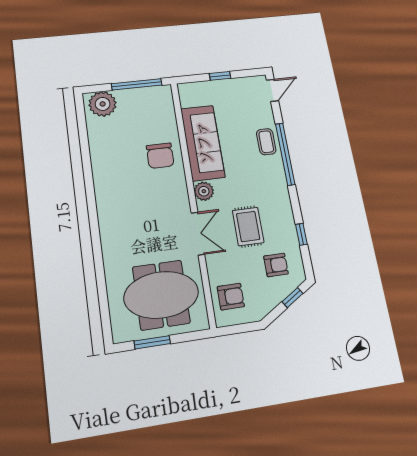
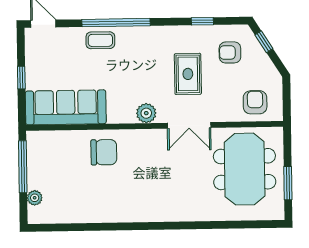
plant: (103, 104) -> (35, 198), width x0.53, depth x0.53
sofa: (203, 143) -> (66, 107), moved
rug: (248, 226) -> (188, 74), turned 90
double door: (198, 234) -> (189, 125), swing flipped
armchair: (276, 265) -> (230, 52), turned -90

